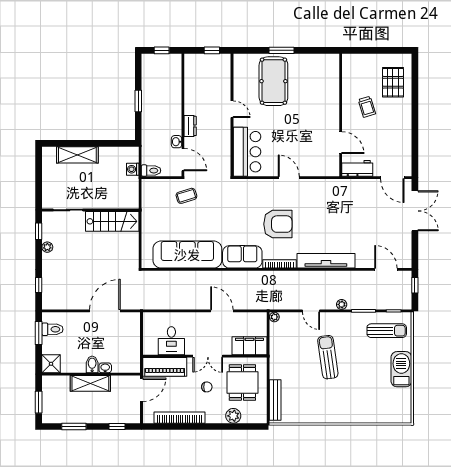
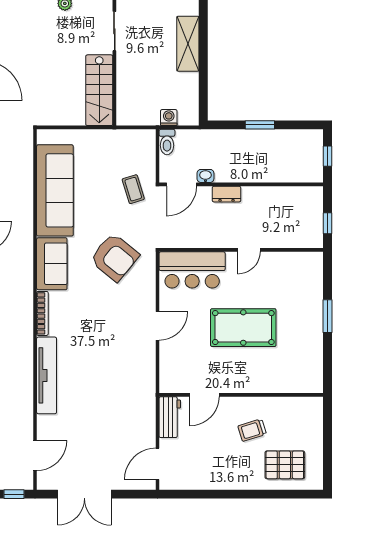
pool table: (273, 81) -> (243, 328), moved
double door: (415, 211) -> (84, 494), moved
armchair: (278, 224) -> (114, 257), moved, turned -51

